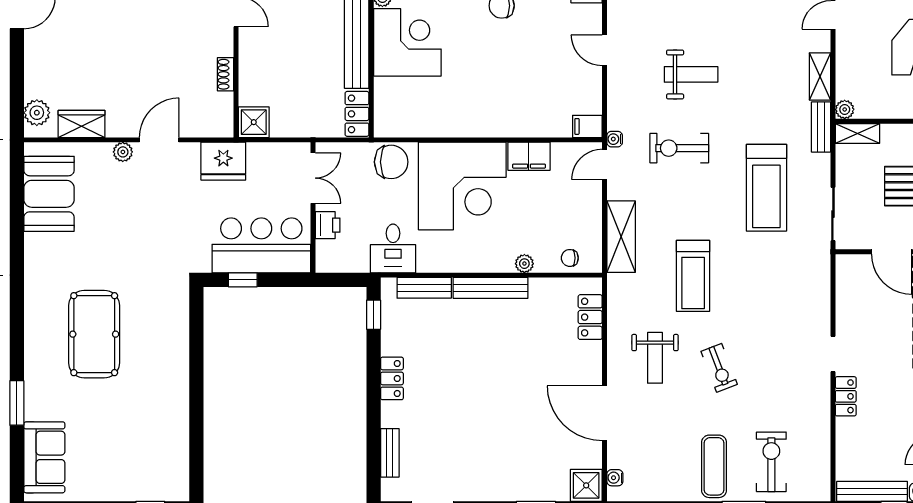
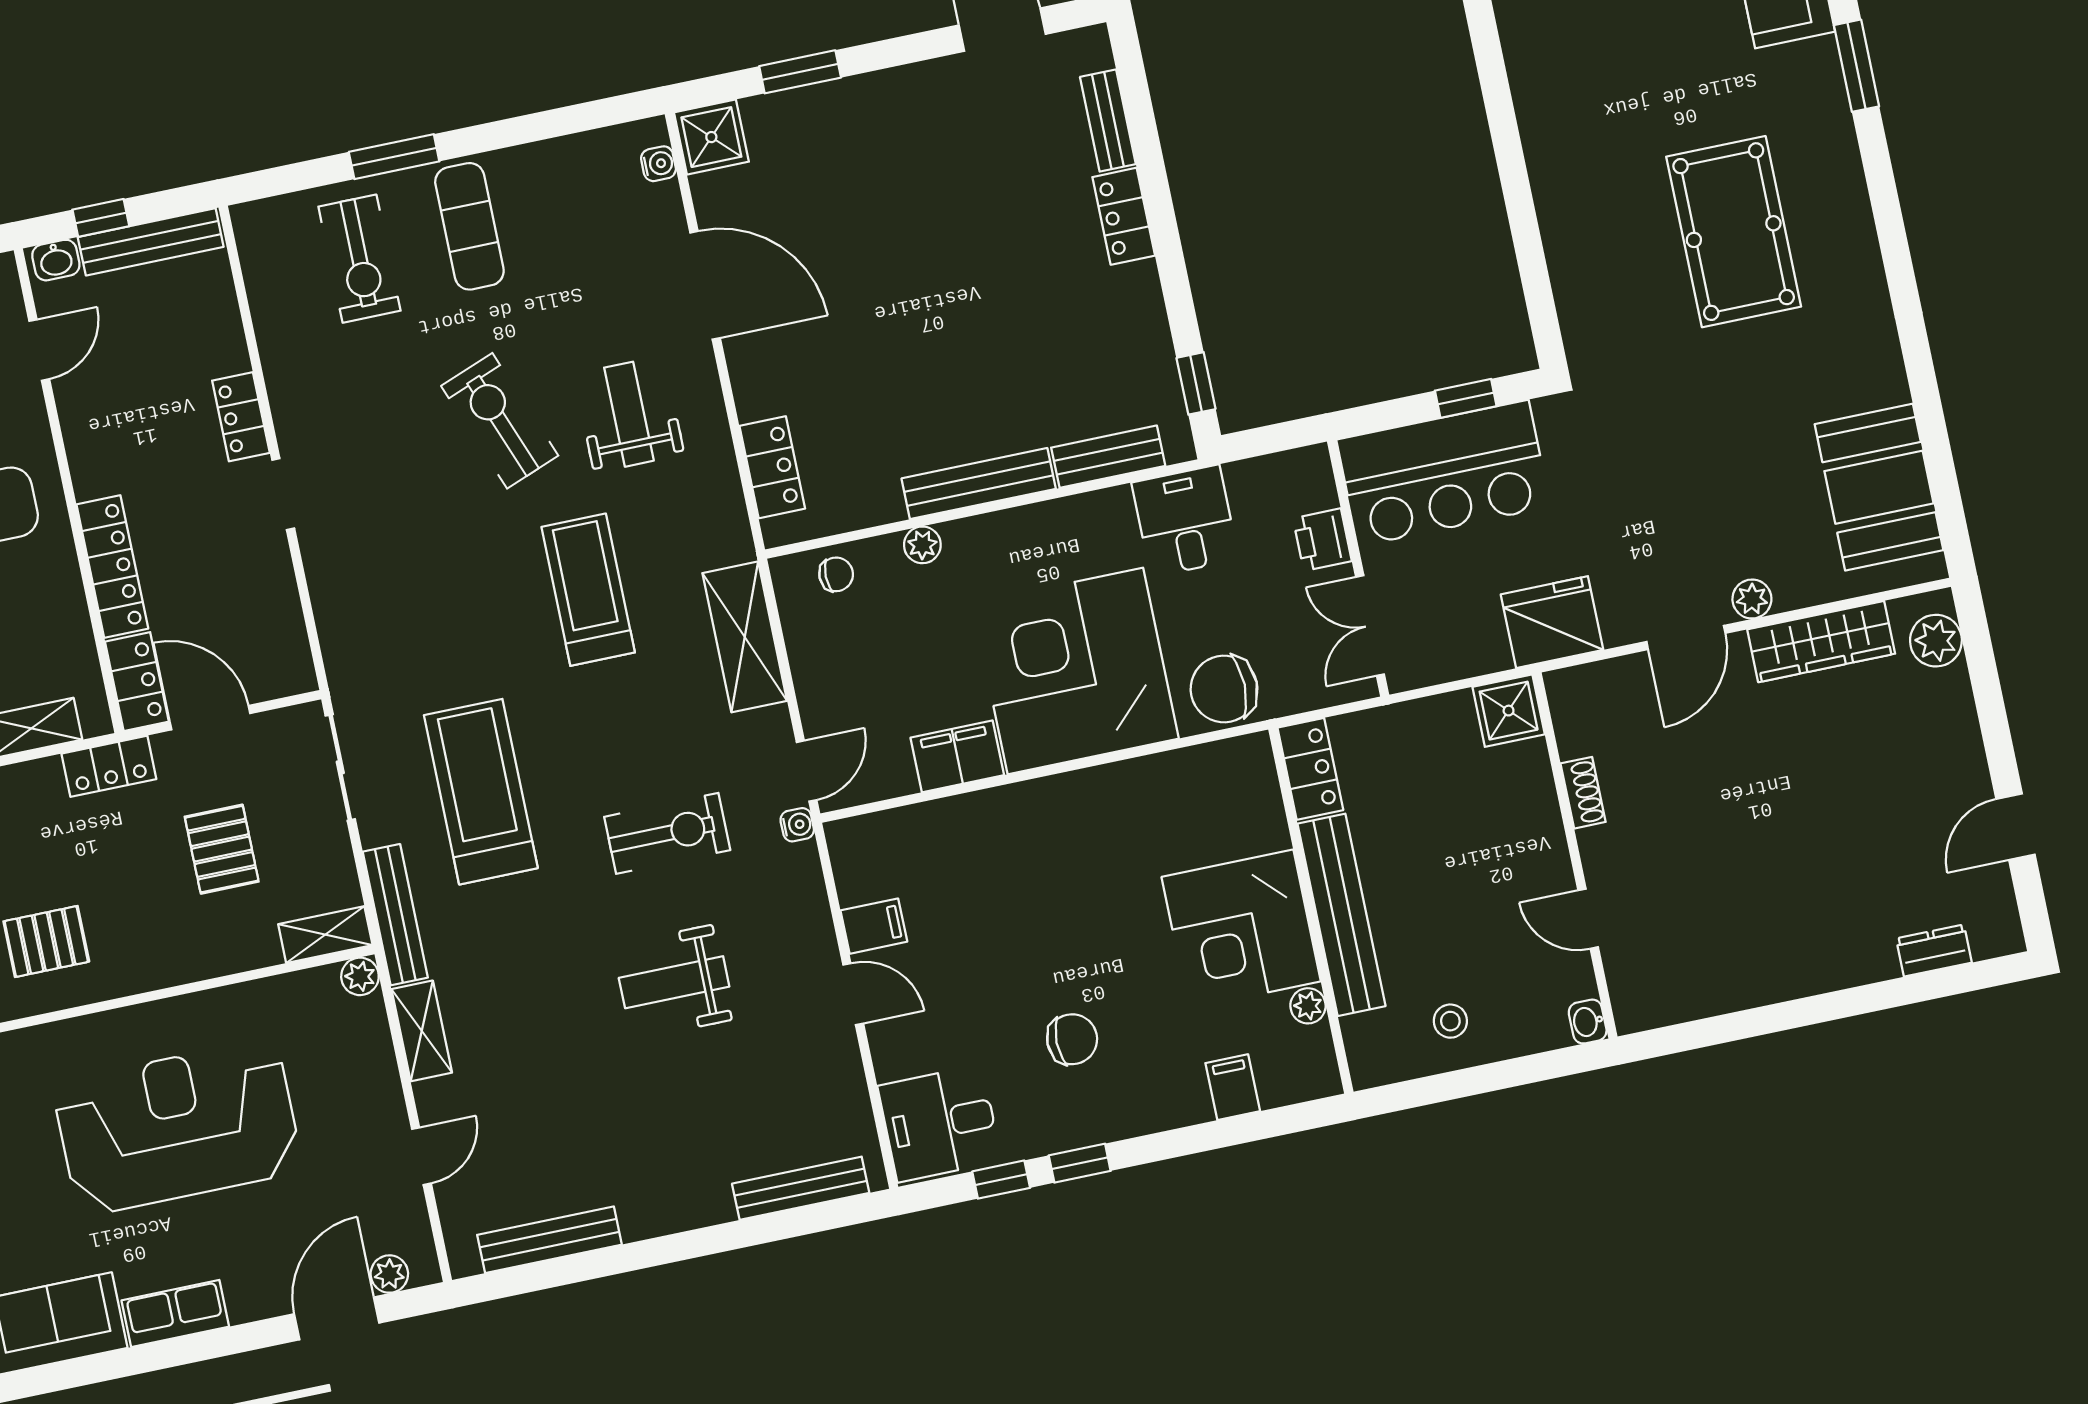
wardrobe: (82, 124) -> (1821, 642), width x1.50
filing cabinet: (587, 126) -> (874, 926), moved
bench: (821, 127) -> (395, 915), width x1.36
exercise bike: (719, 368) -> (500, 421), width x1.38, depth x1.39
locker: (392, 378) -> (1124, 216), moved

